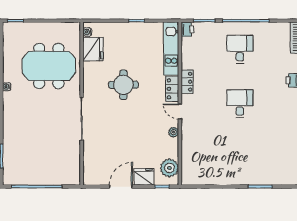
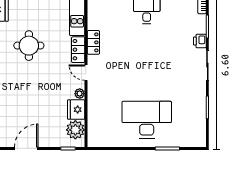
desk: (240, 104) -> (147, 120), moved, width x1.87, depth x1.30
fridge: (144, 177) -> (76, 110), moved, turned -90

